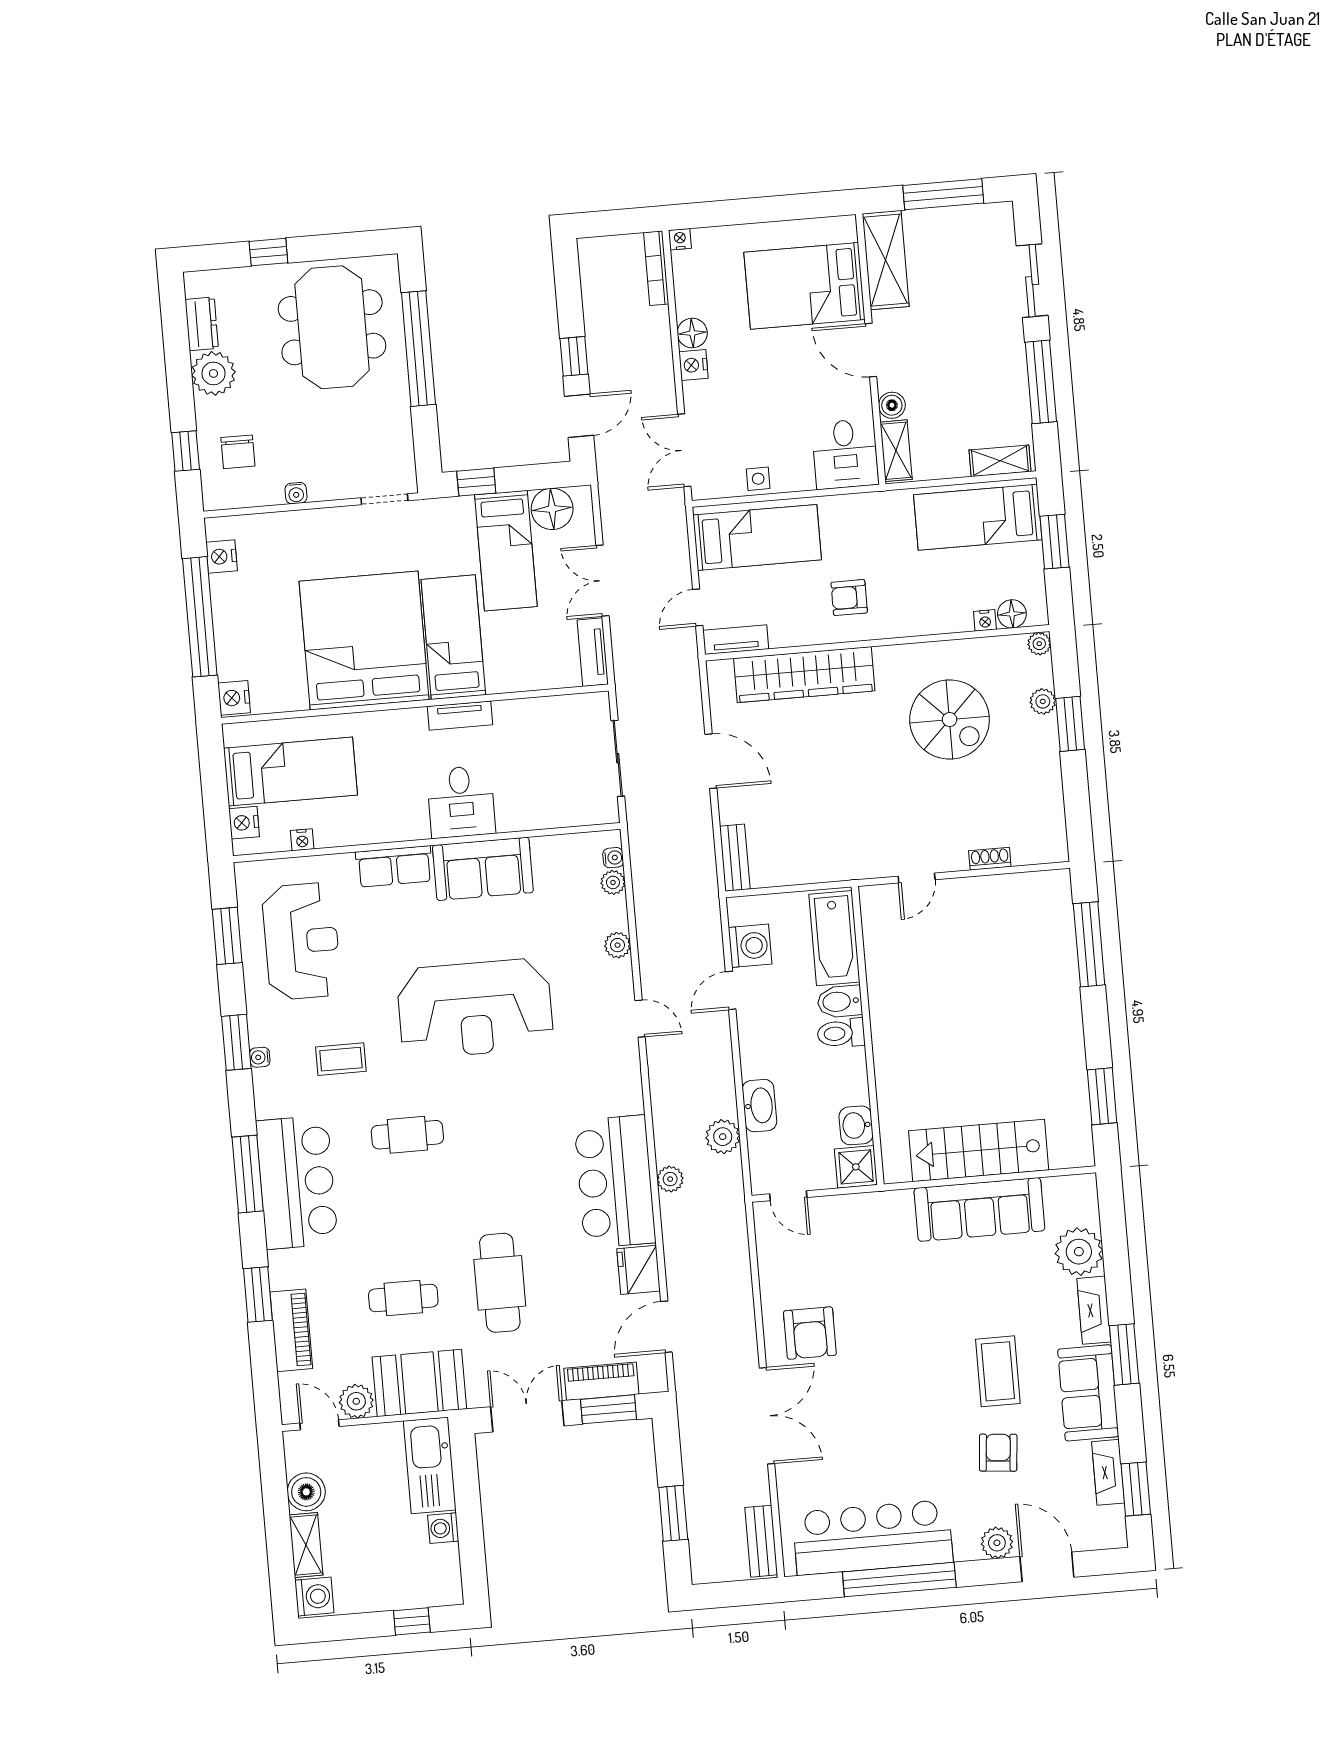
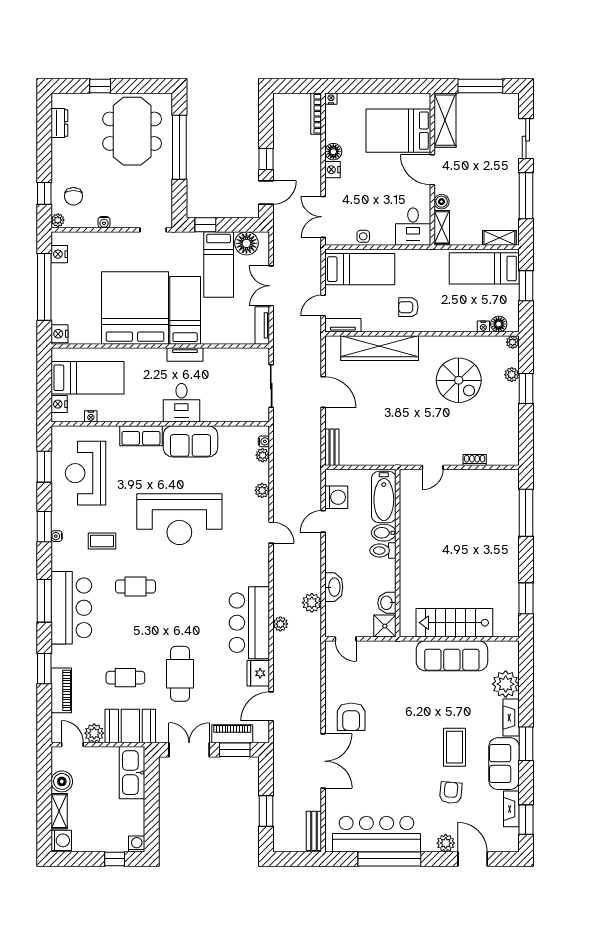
plant: (213, 373) -> (58, 220), moved, width x0.53, depth x0.53
reception desk: (302, 941) -> (86, 473), turned 180
washing machine: (443, 1528) -> (137, 844), moved, turned 90

